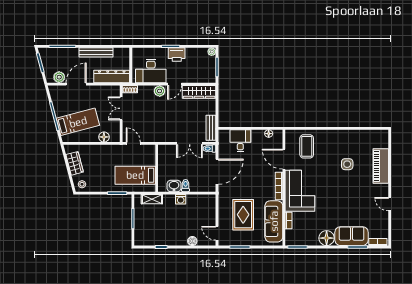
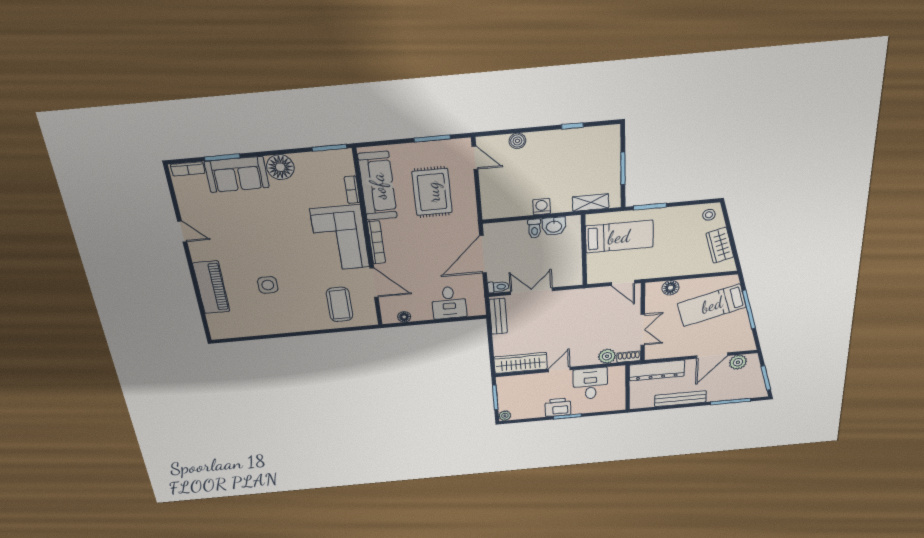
desk: (151, 71) -> (590, 384), width x0.73
plant: (160, 91) -> (607, 356), moved

